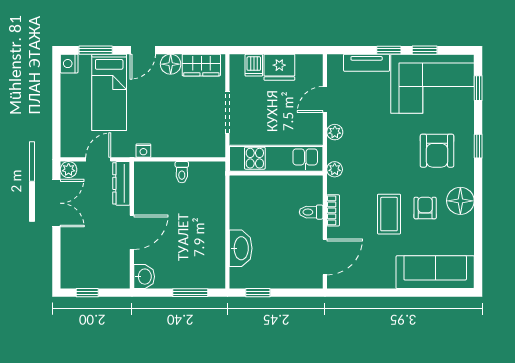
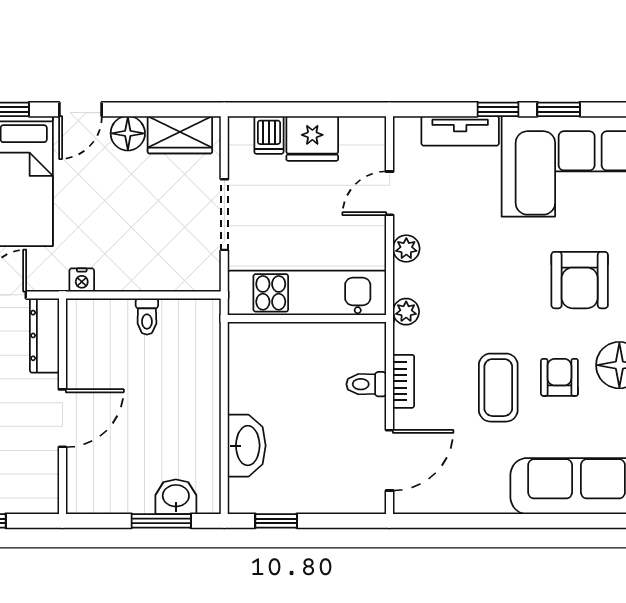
washbasin: (144, 277) -> (176, 497), moved, turned -90

